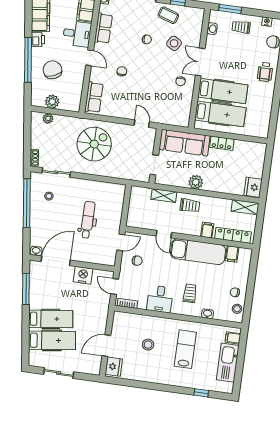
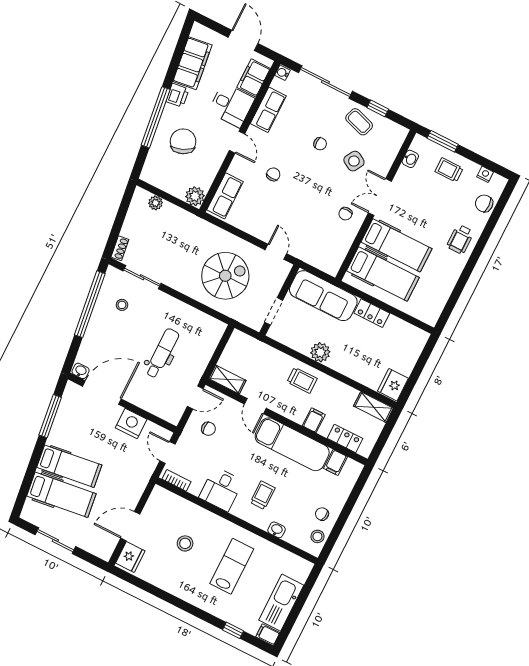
plant: (52, 102) -> (195, 196), moved
spiral stairs: (94, 144) -> (225, 276), moved
shelving: (164, 196) -> (227, 379), moved
locker: (233, 235) -> (345, 438), width x0.66
filing cabinet: (233, 338) -> (268, 635), moved

